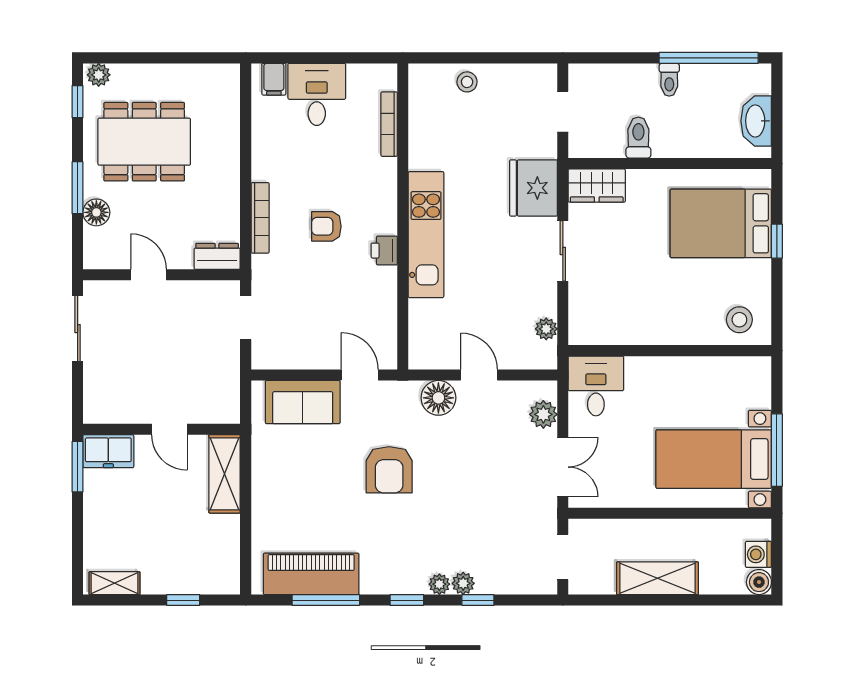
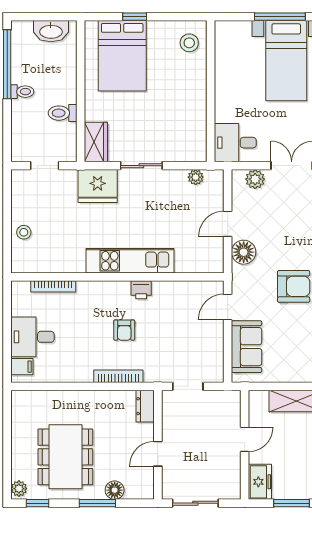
wall: (162, 429) -> (245, 445), moved
door: (169, 429) -> (245, 439), moved
freezer: (108, 451) -> (260, 482), moved

